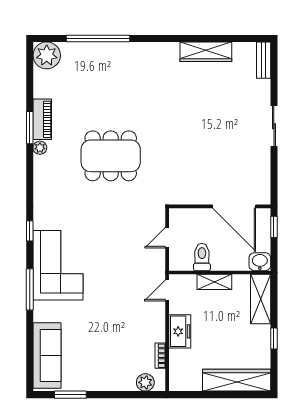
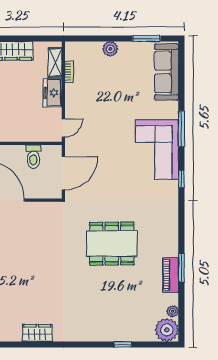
window: (98, 38) -> (123, 344), width x0.32
wardrobe: (206, 52) -> (37, 333), width x0.67
plant: (40, 148) -> (173, 311), moved
door: (167, 238) -> (63, 173), width x1.87
shelving: (214, 282) -> (55, 63), moved, turned 90
plant: (145, 382) -> (110, 49), moved

